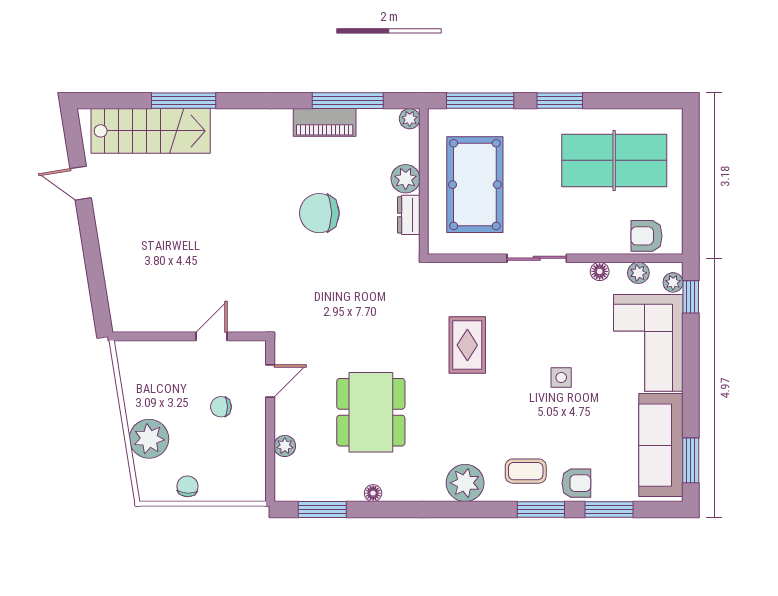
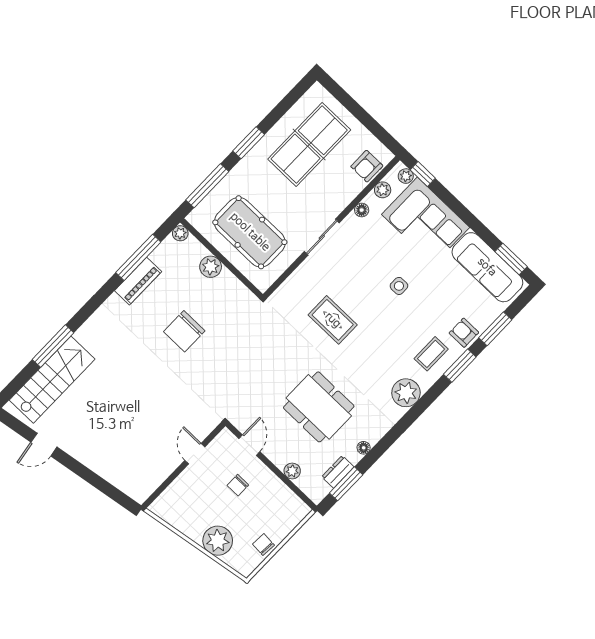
dresser: (409, 215) -> (338, 472), moved, turned 90
armchair: (576, 483) -> (464, 333), turned -90

